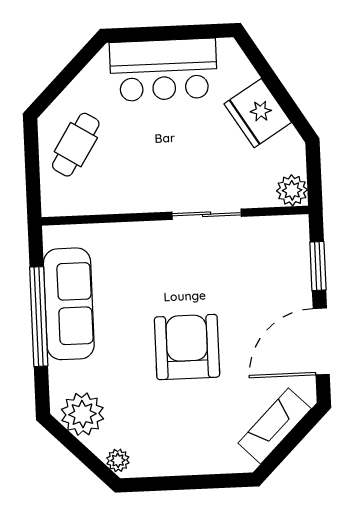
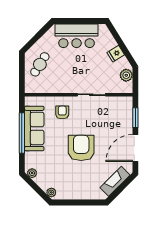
fridge: (258, 113) -> (116, 54), width x0.53, depth x0.75
plant: (292, 190) -> (126, 75), moved
armchair: (136, 261) -> (62, 112), added
plant: (82, 414) -> (32, 173), width x0.53, depth x0.53

